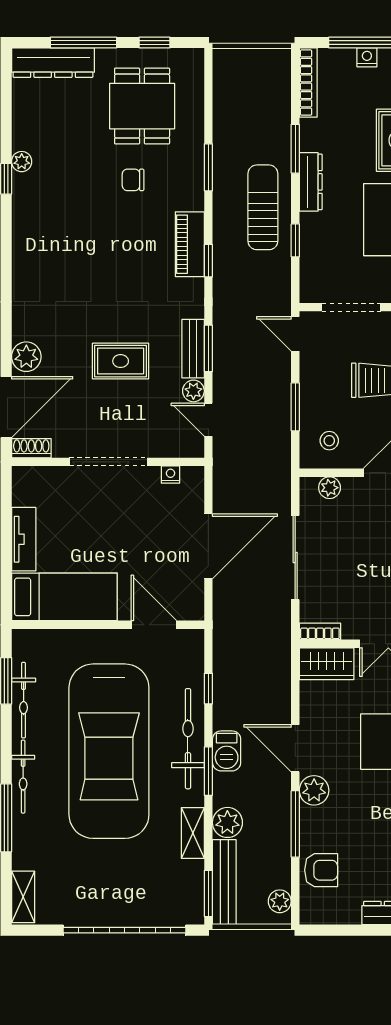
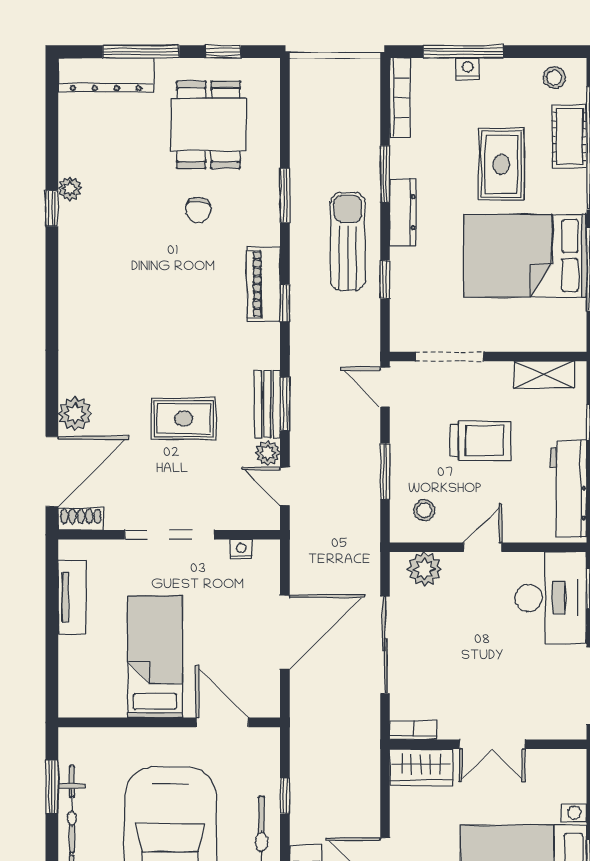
chair: (133, 180) -> (198, 210), turned -87
plant: (330, 488) -> (424, 569), width x1.38, depth x1.38
tv unit: (24, 539) -> (72, 597), moved
bed: (64, 597) -> (155, 657), moved, turned -90

